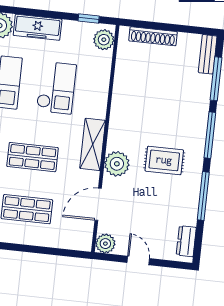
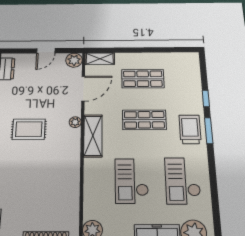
plant: (117, 164) -> (75, 122), width x0.53, depth x0.53
shelving: (74, 242) -> (100, 59), added
door: (138, 260) -> (46, 51), hinge flipped

